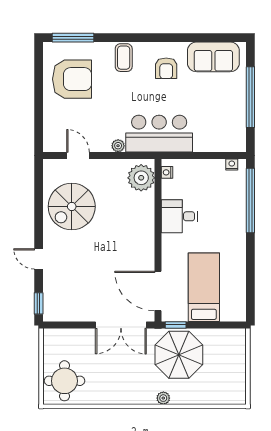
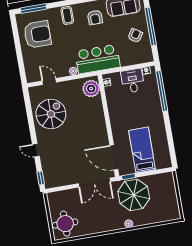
armchair: (224, 107) -> (135, 36), added
spiral stairs: (72, 206) -> (51, 114), turned 180
desk: (179, 216) -> (133, 81), moved, turned 90

